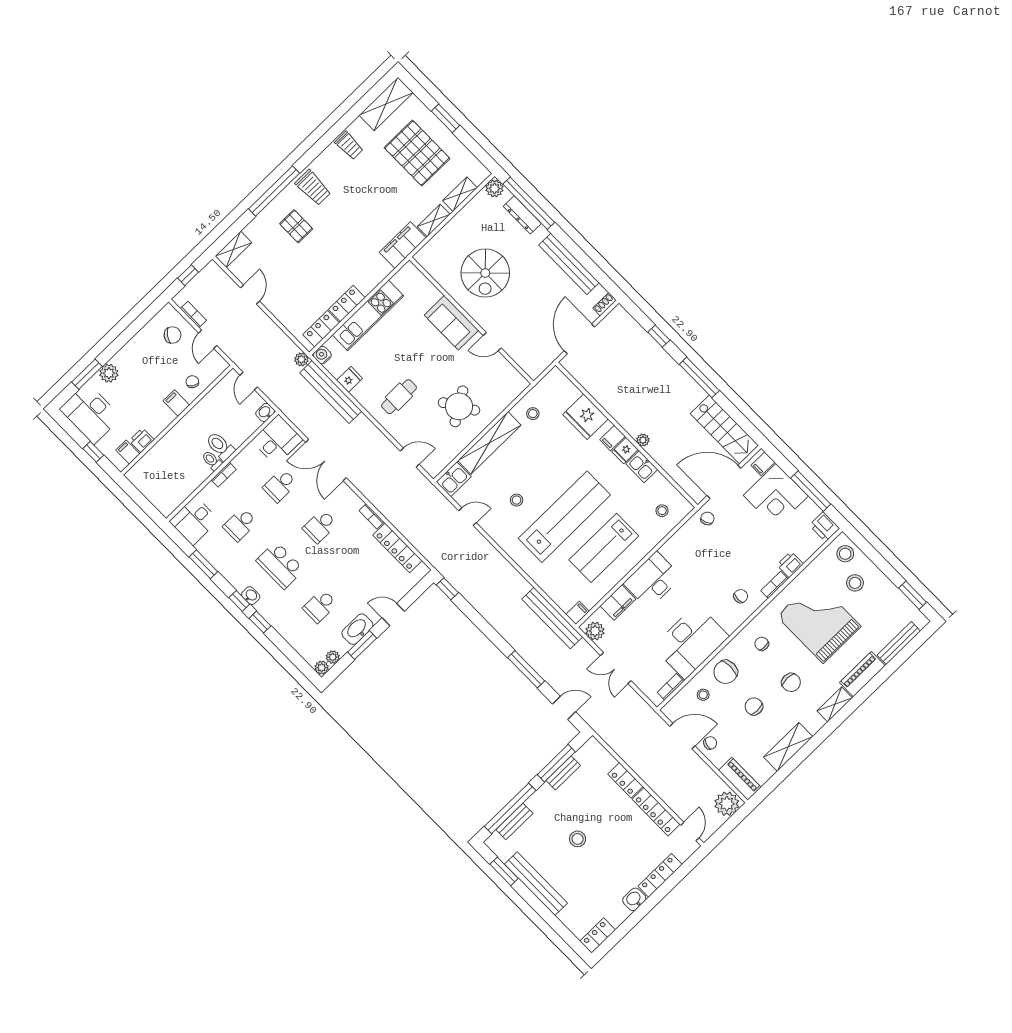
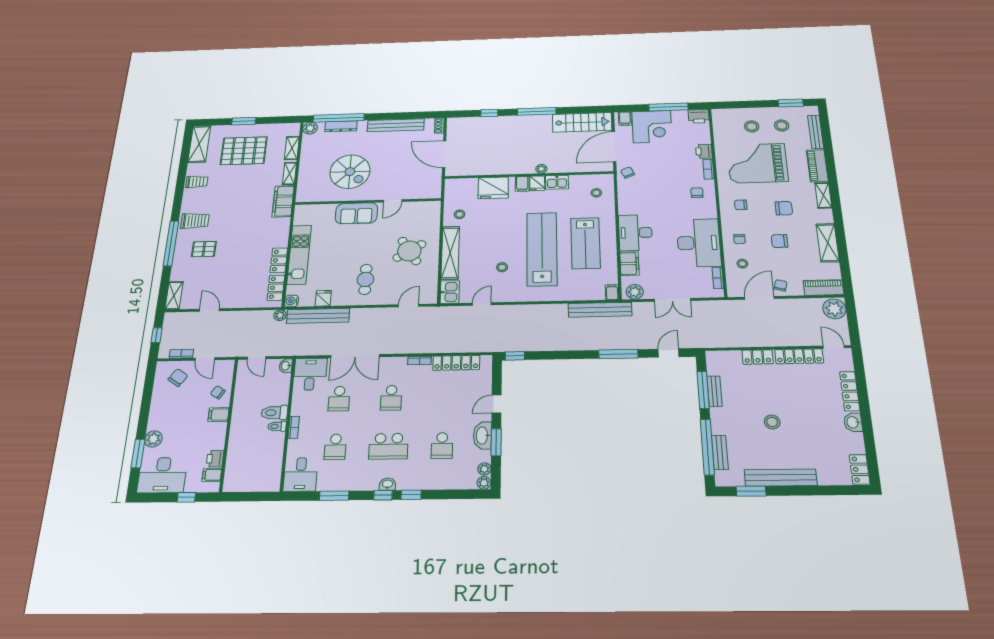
stool: (845, 554) -> (782, 125), moved
chair: (726, 672) -> (739, 239), width x0.54, depth x0.54

